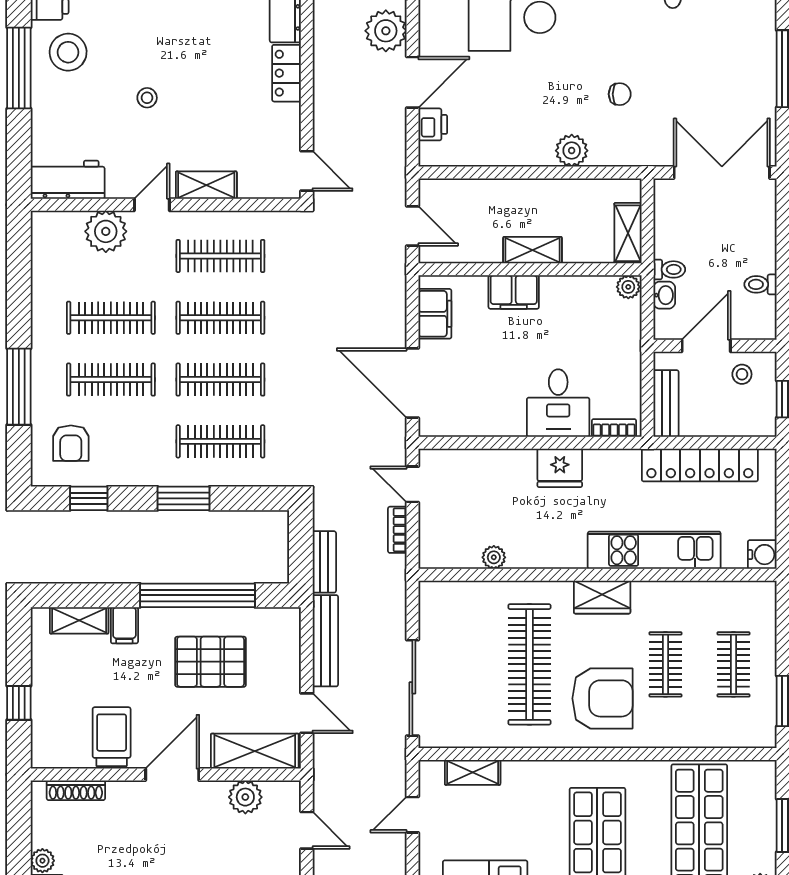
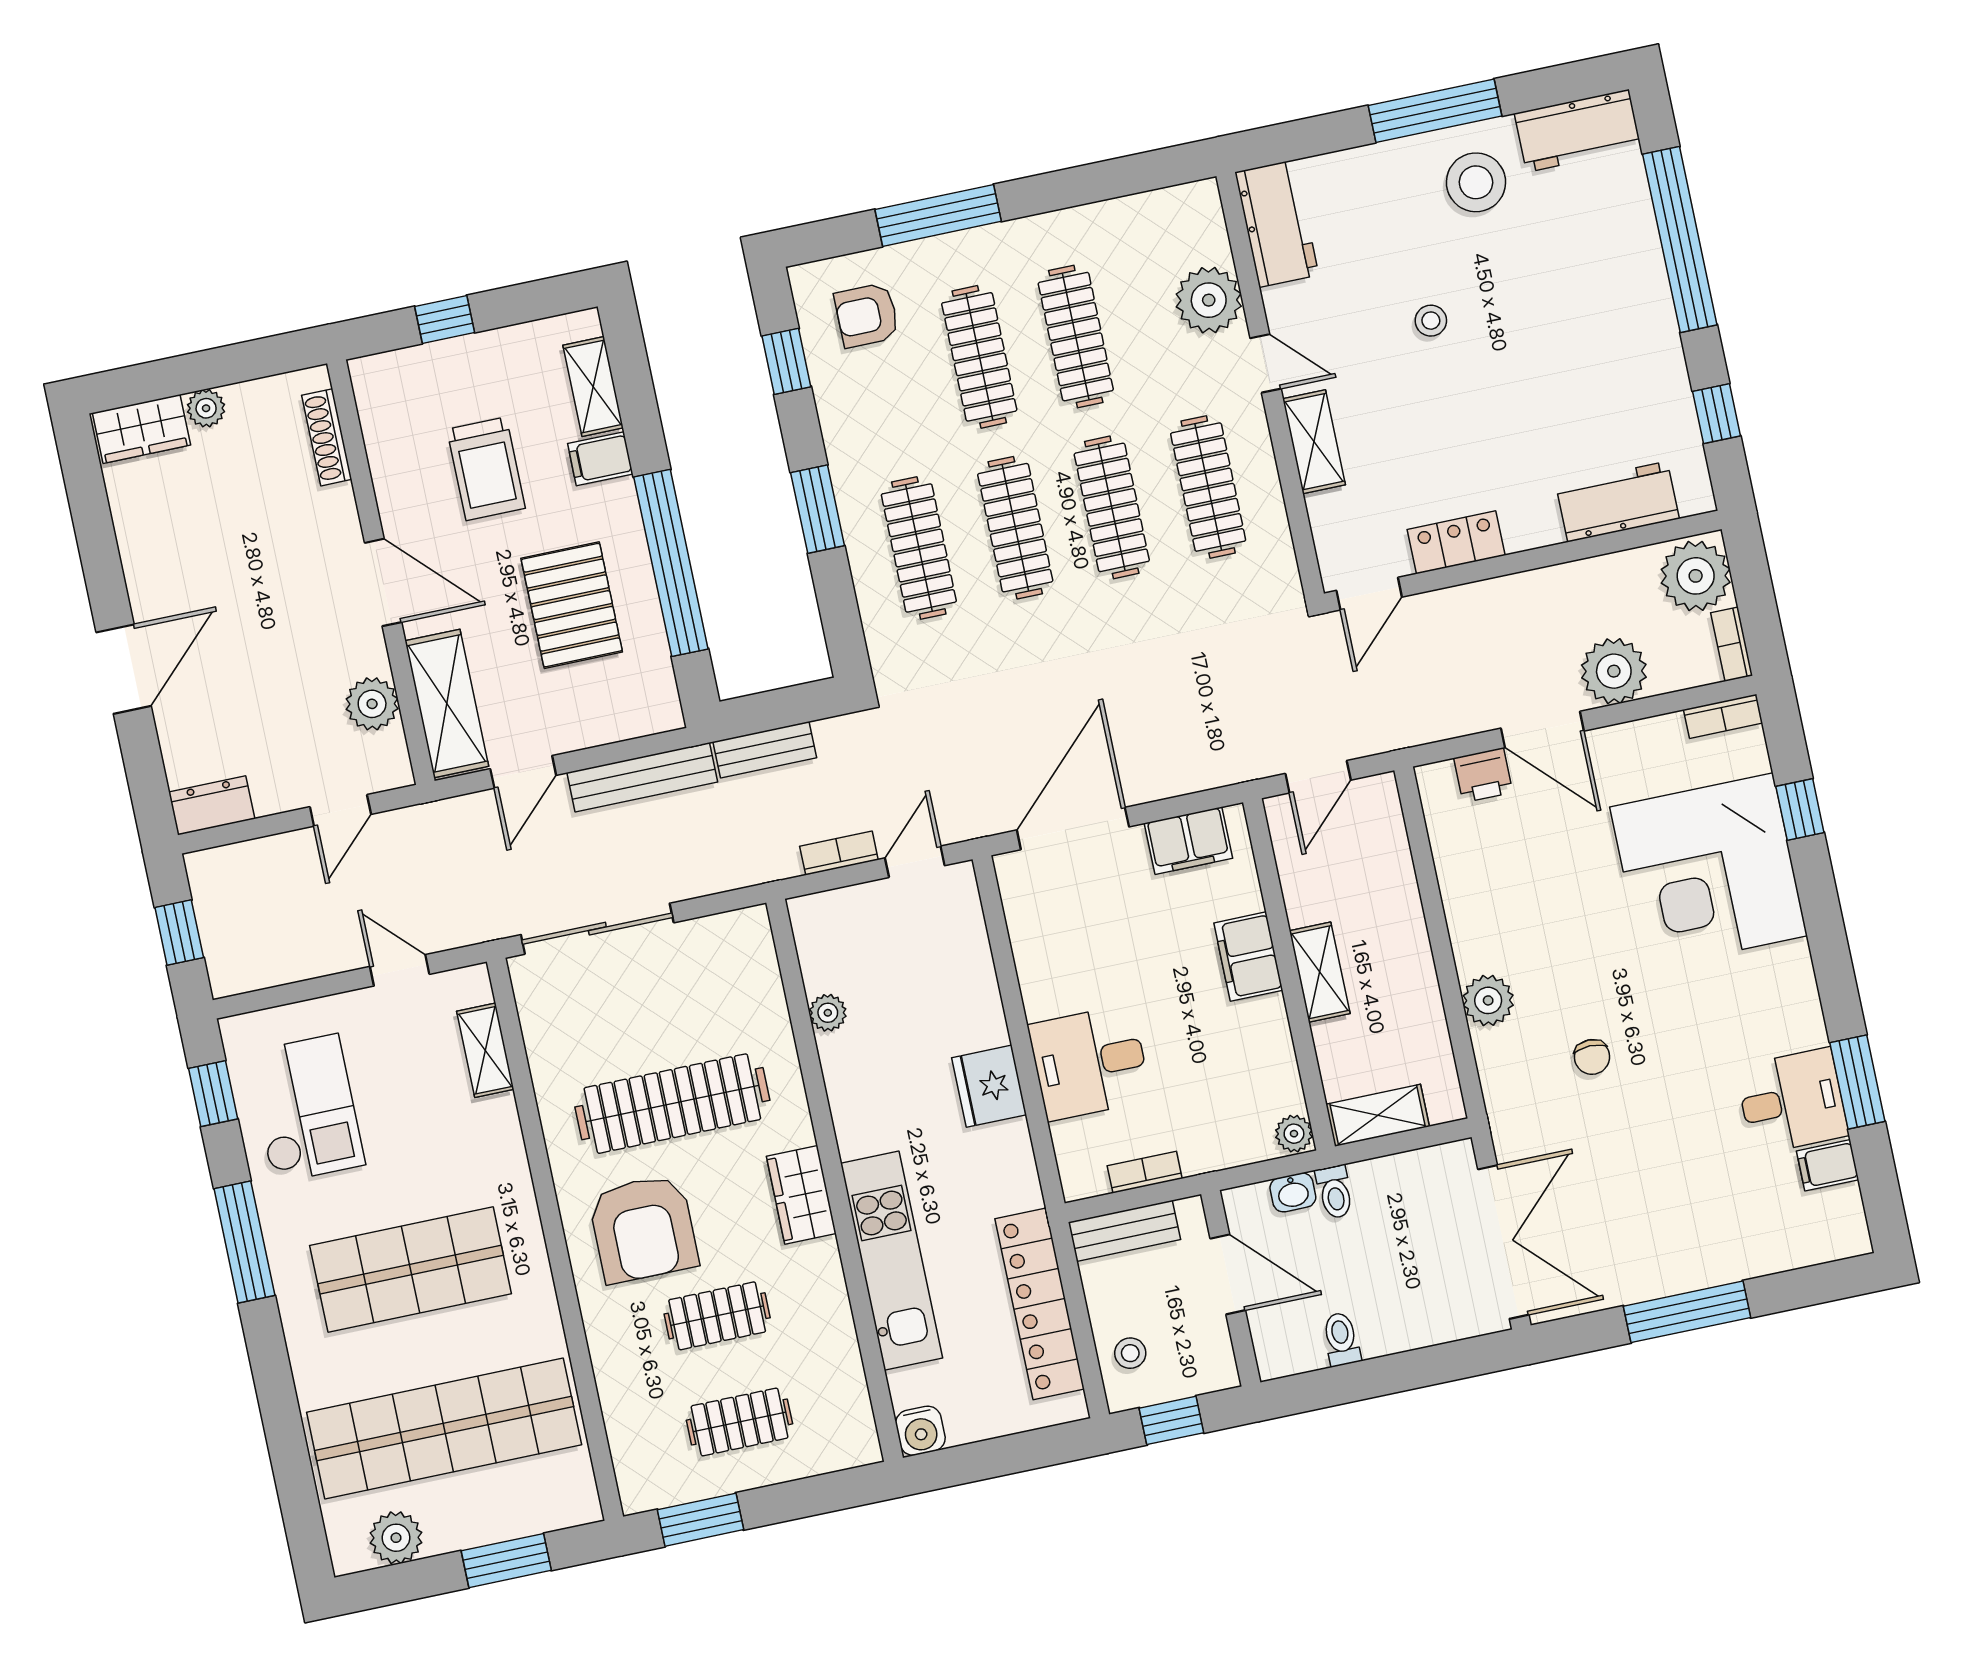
locker: (286, 73) -> (1456, 542), moved
stool: (742, 374) -> (1130, 1353), moved
bookcase: (614, 428) -> (1145, 1172), moved, turned -90
trolley: (112, 737) -> (486, 469), moved, turned 90

